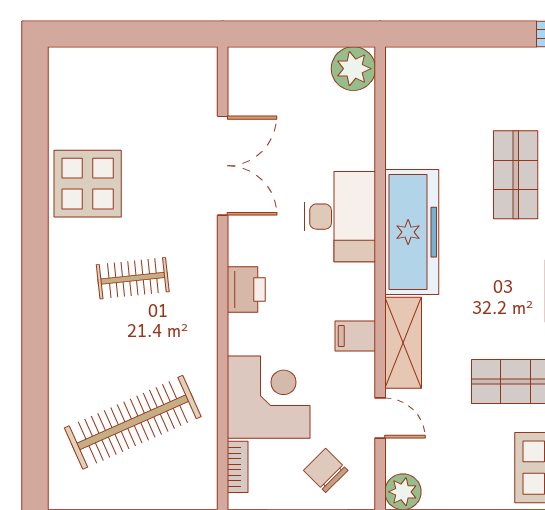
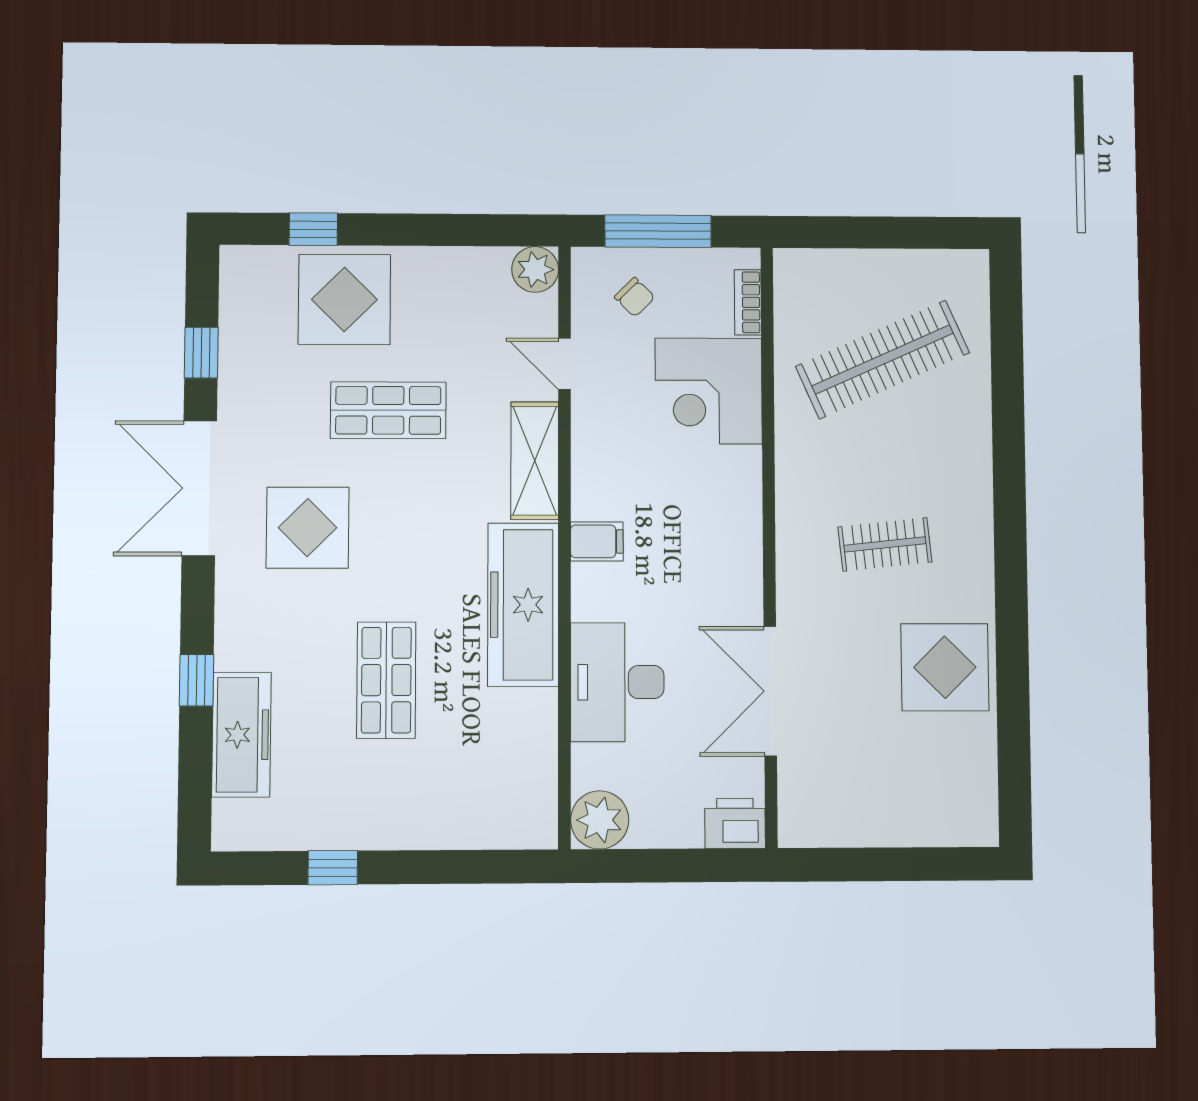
desk: (340, 217) -> (617, 682), moved
printer: (246, 290) -> (735, 823), moved, turned 90
filing cabinet: (355, 336) -> (597, 541), moved
chair: (326, 470) -> (635, 297), width x0.73, depth x0.73

